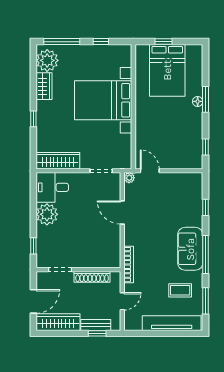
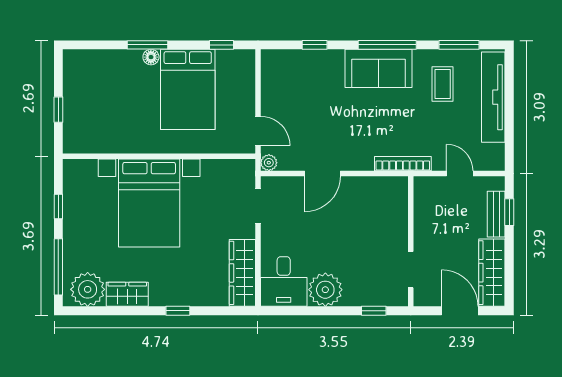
bed: (167, 70) -> (188, 89), moved, turned 90
door: (150, 171) -> (258, 131), swing flipped
shoe rack: (92, 277) -> (422, 220), removed

